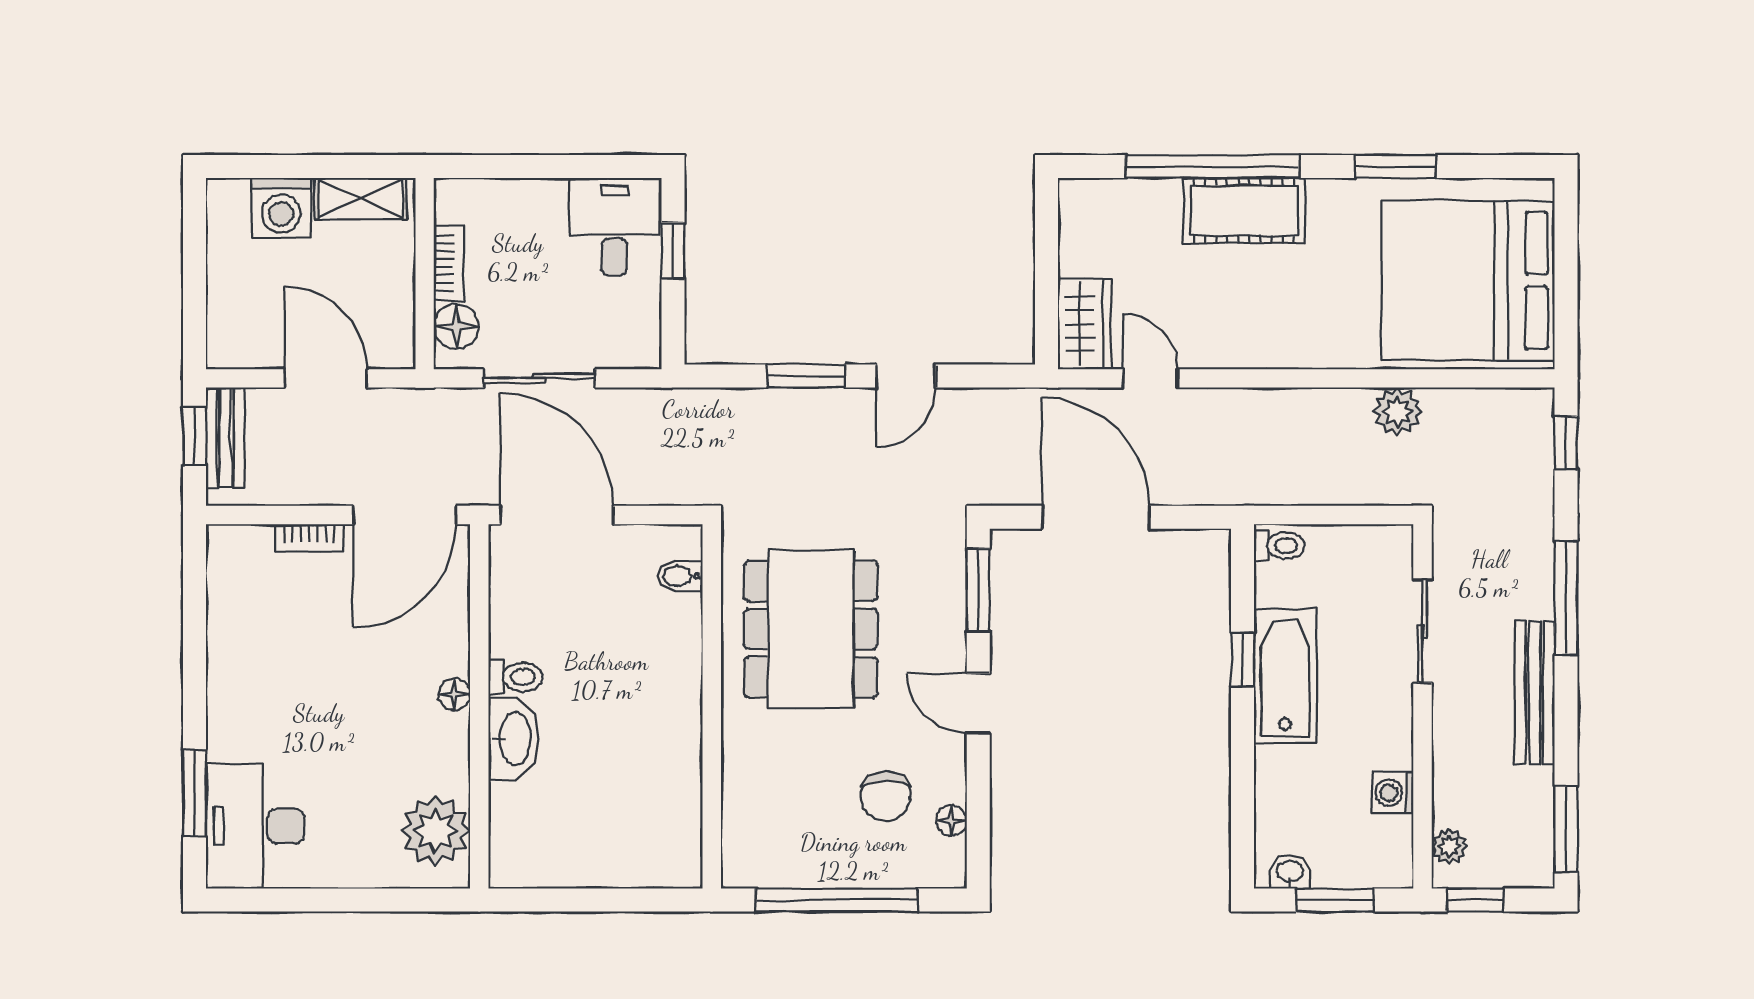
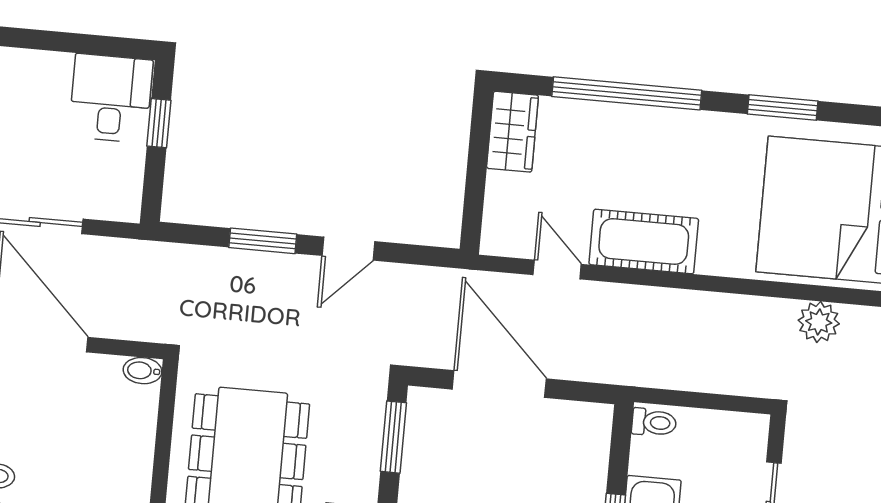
cot: (1244, 210) -> (644, 242), moved
wardrobe: (1084, 324) -> (512, 132), moved
plant: (1398, 412) -> (819, 322), moved
bidet: (680, 576) -> (142, 371), moved

